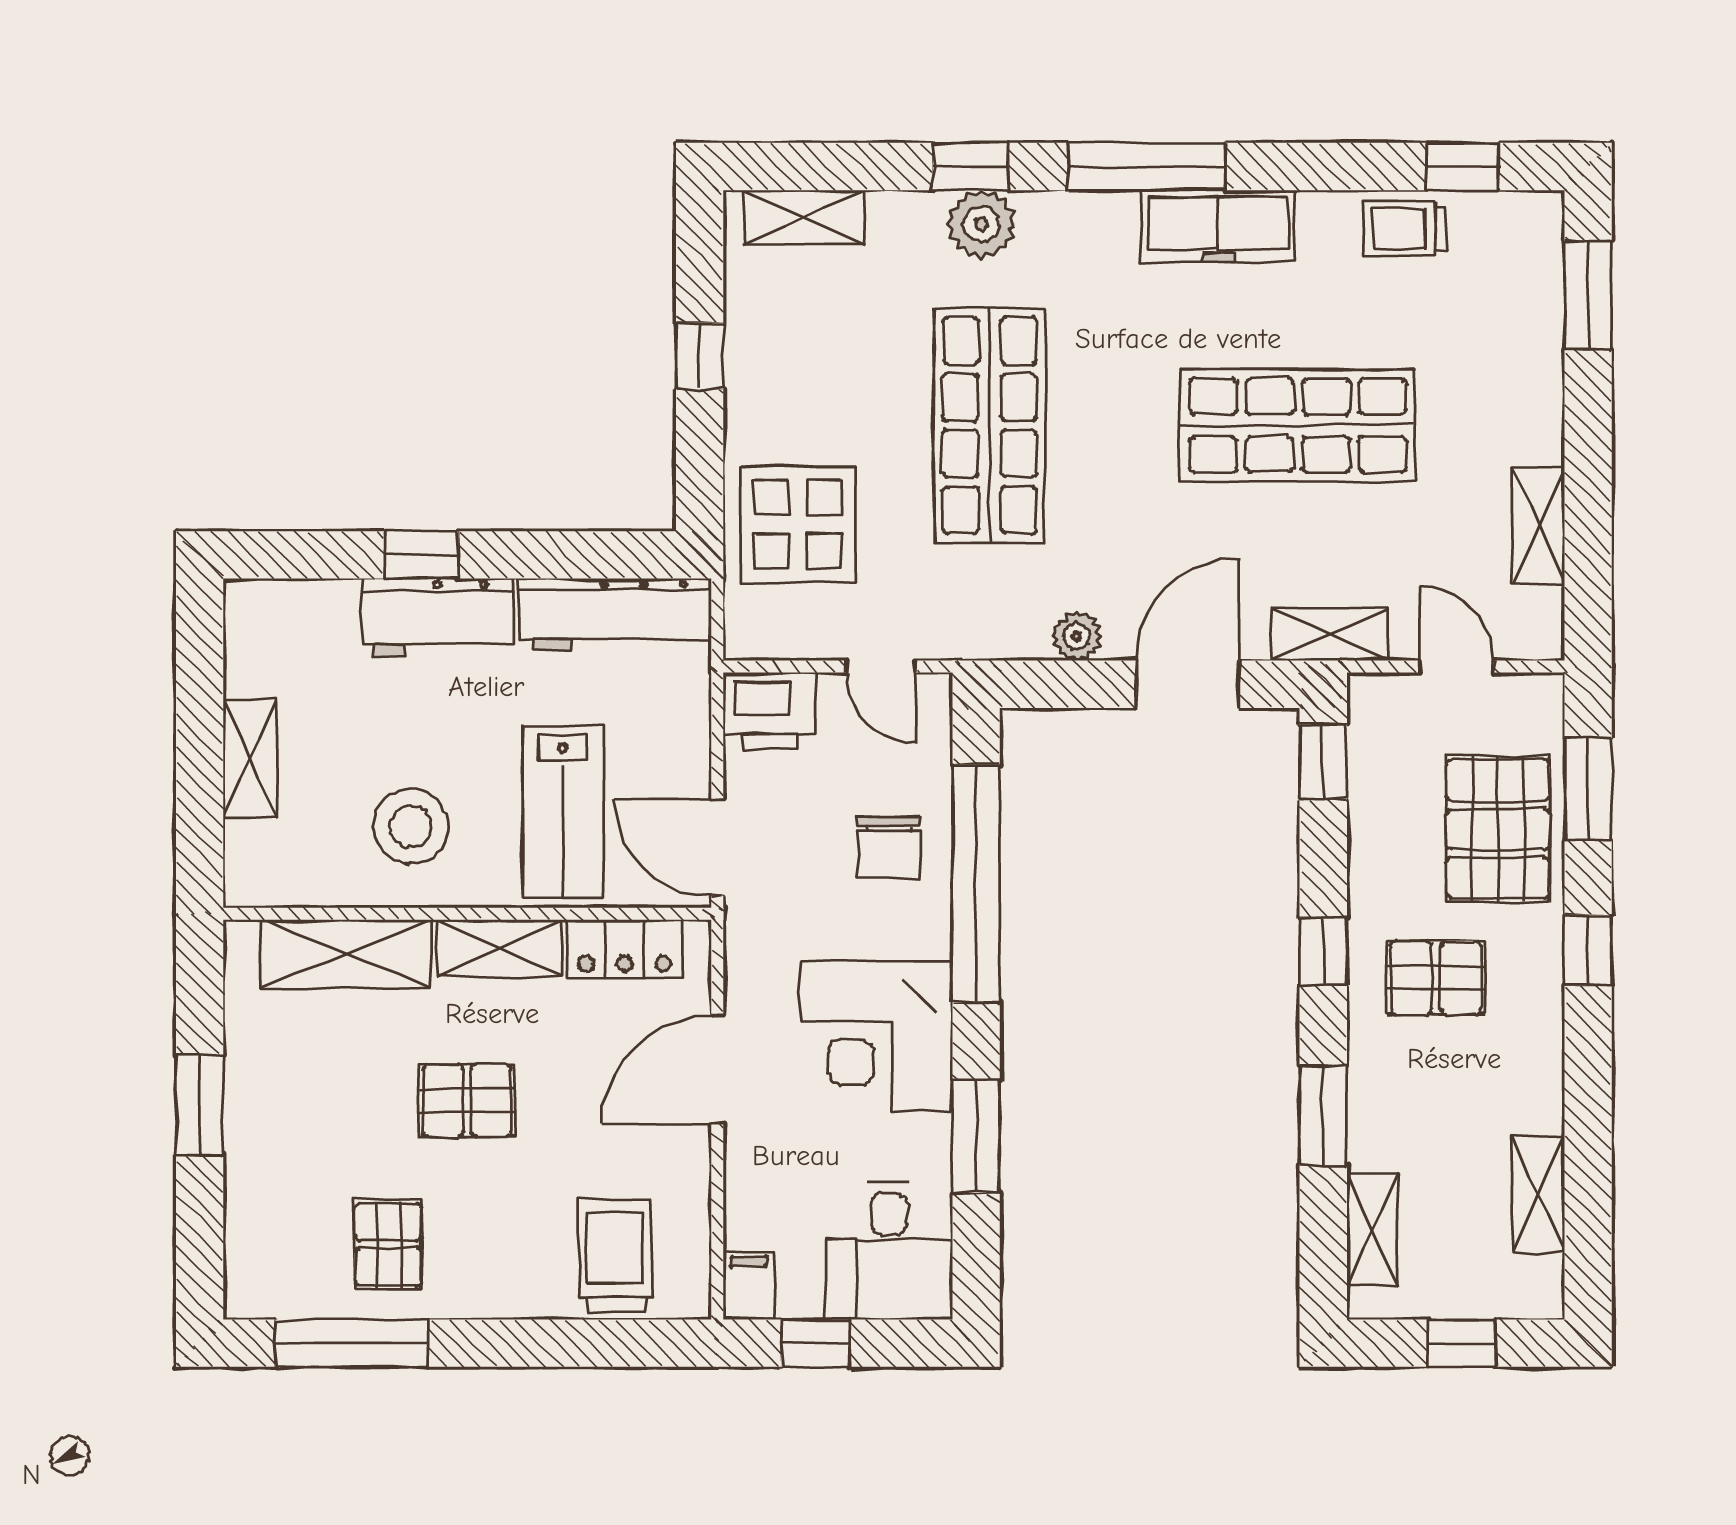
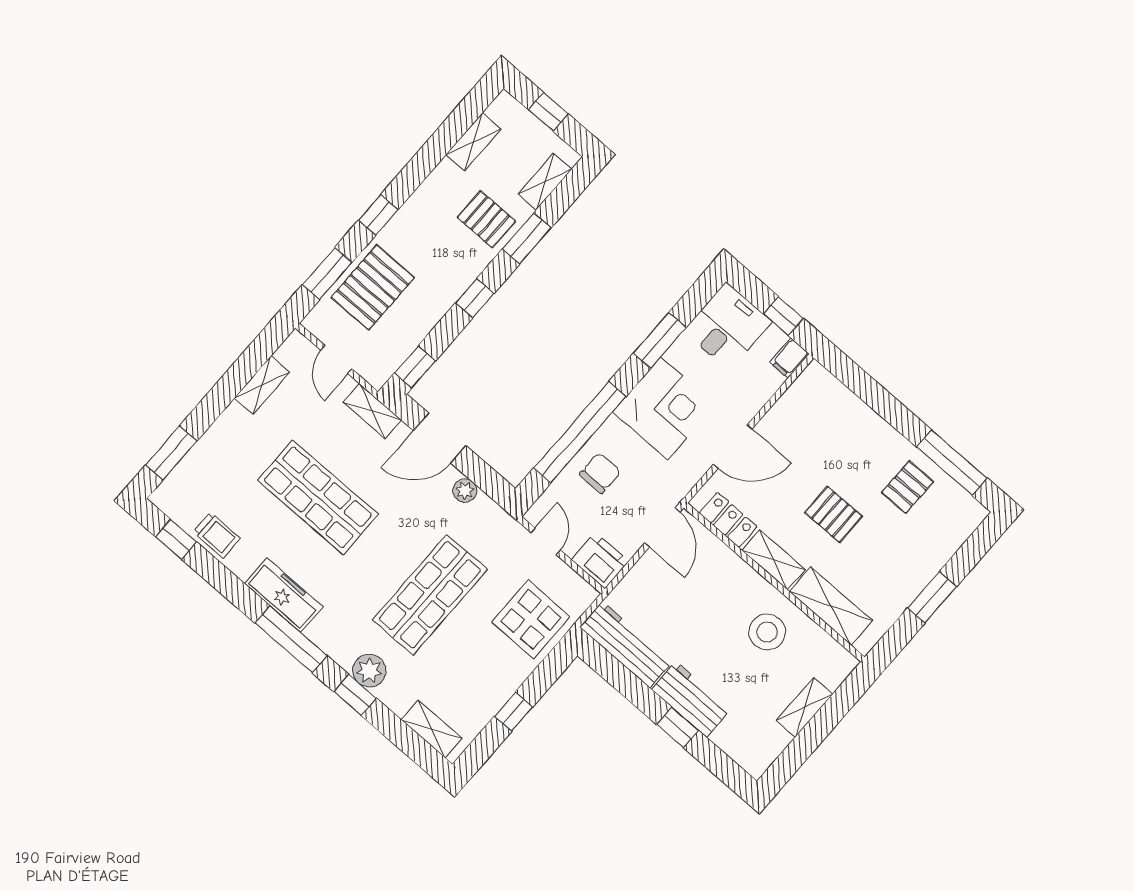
lab bench: (563, 811) -> (707, 589), removed
pallet: (1436, 978) -> (486, 219), moved
trolley: (615, 1256) -> (829, 411), removed

